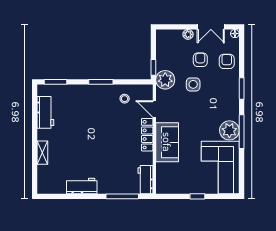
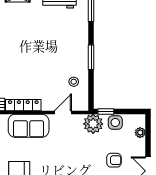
plant: (188, 34) -> (140, 133), moved
side table: (193, 84) -> (115, 122), moved
locker: (147, 135) -> (23, 105), moved

